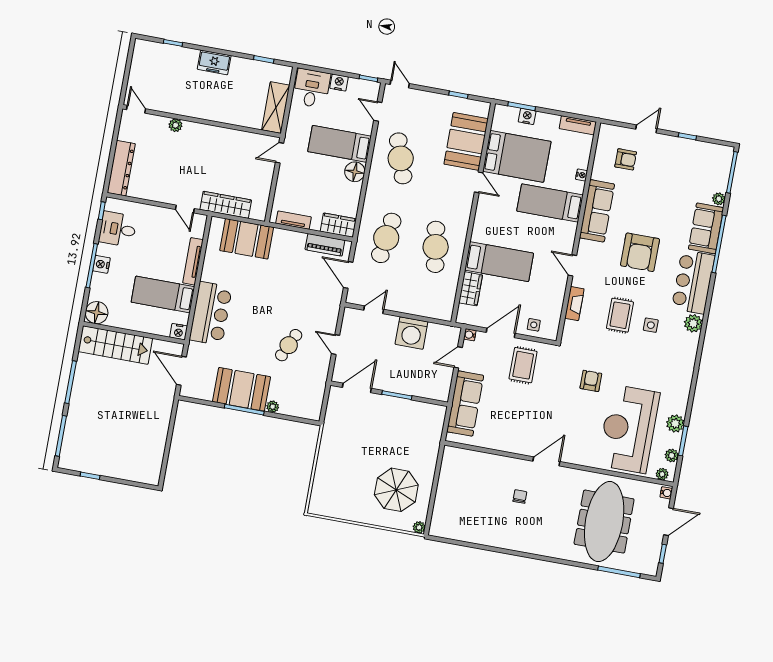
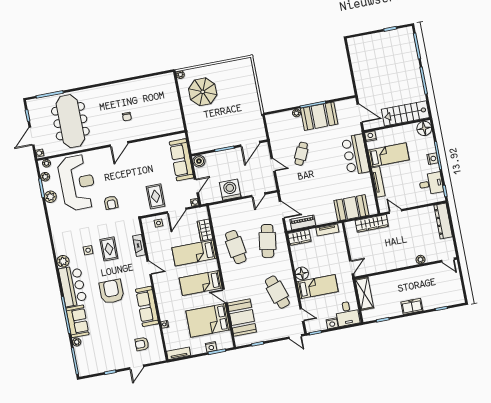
bed: (550, 203) -> (201, 283), moved, turned 180
boiler: (441, 392) -> (199, 161), added

